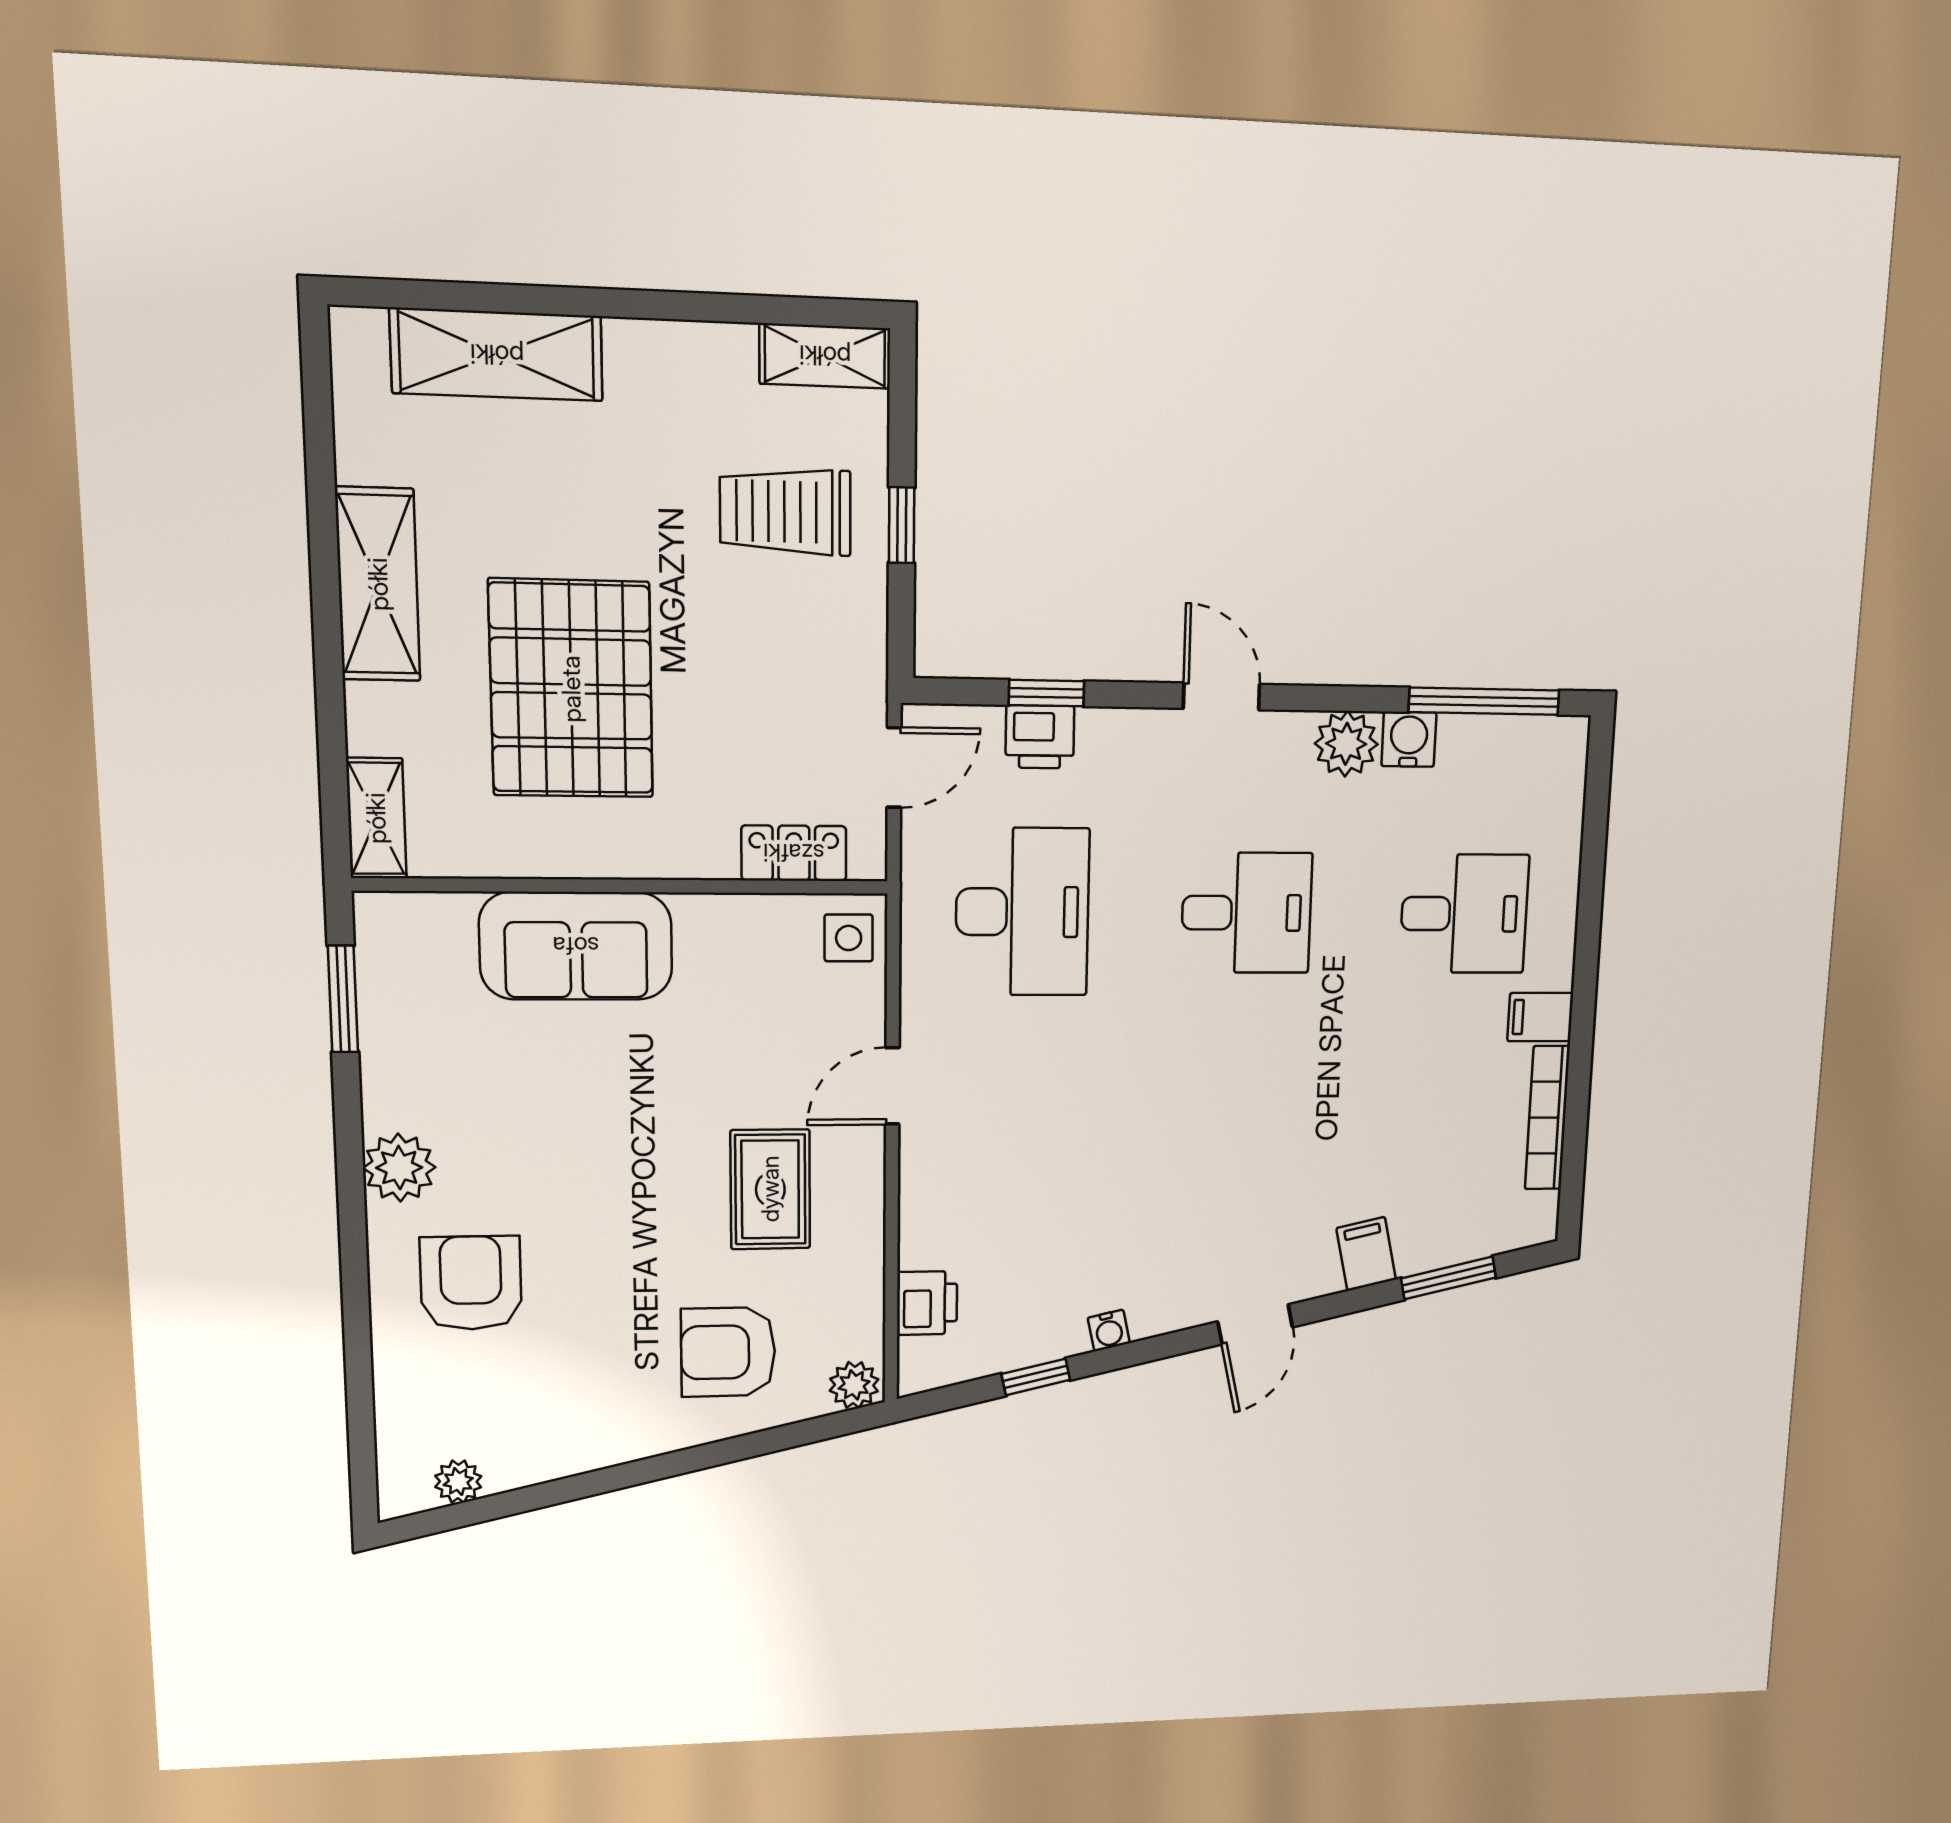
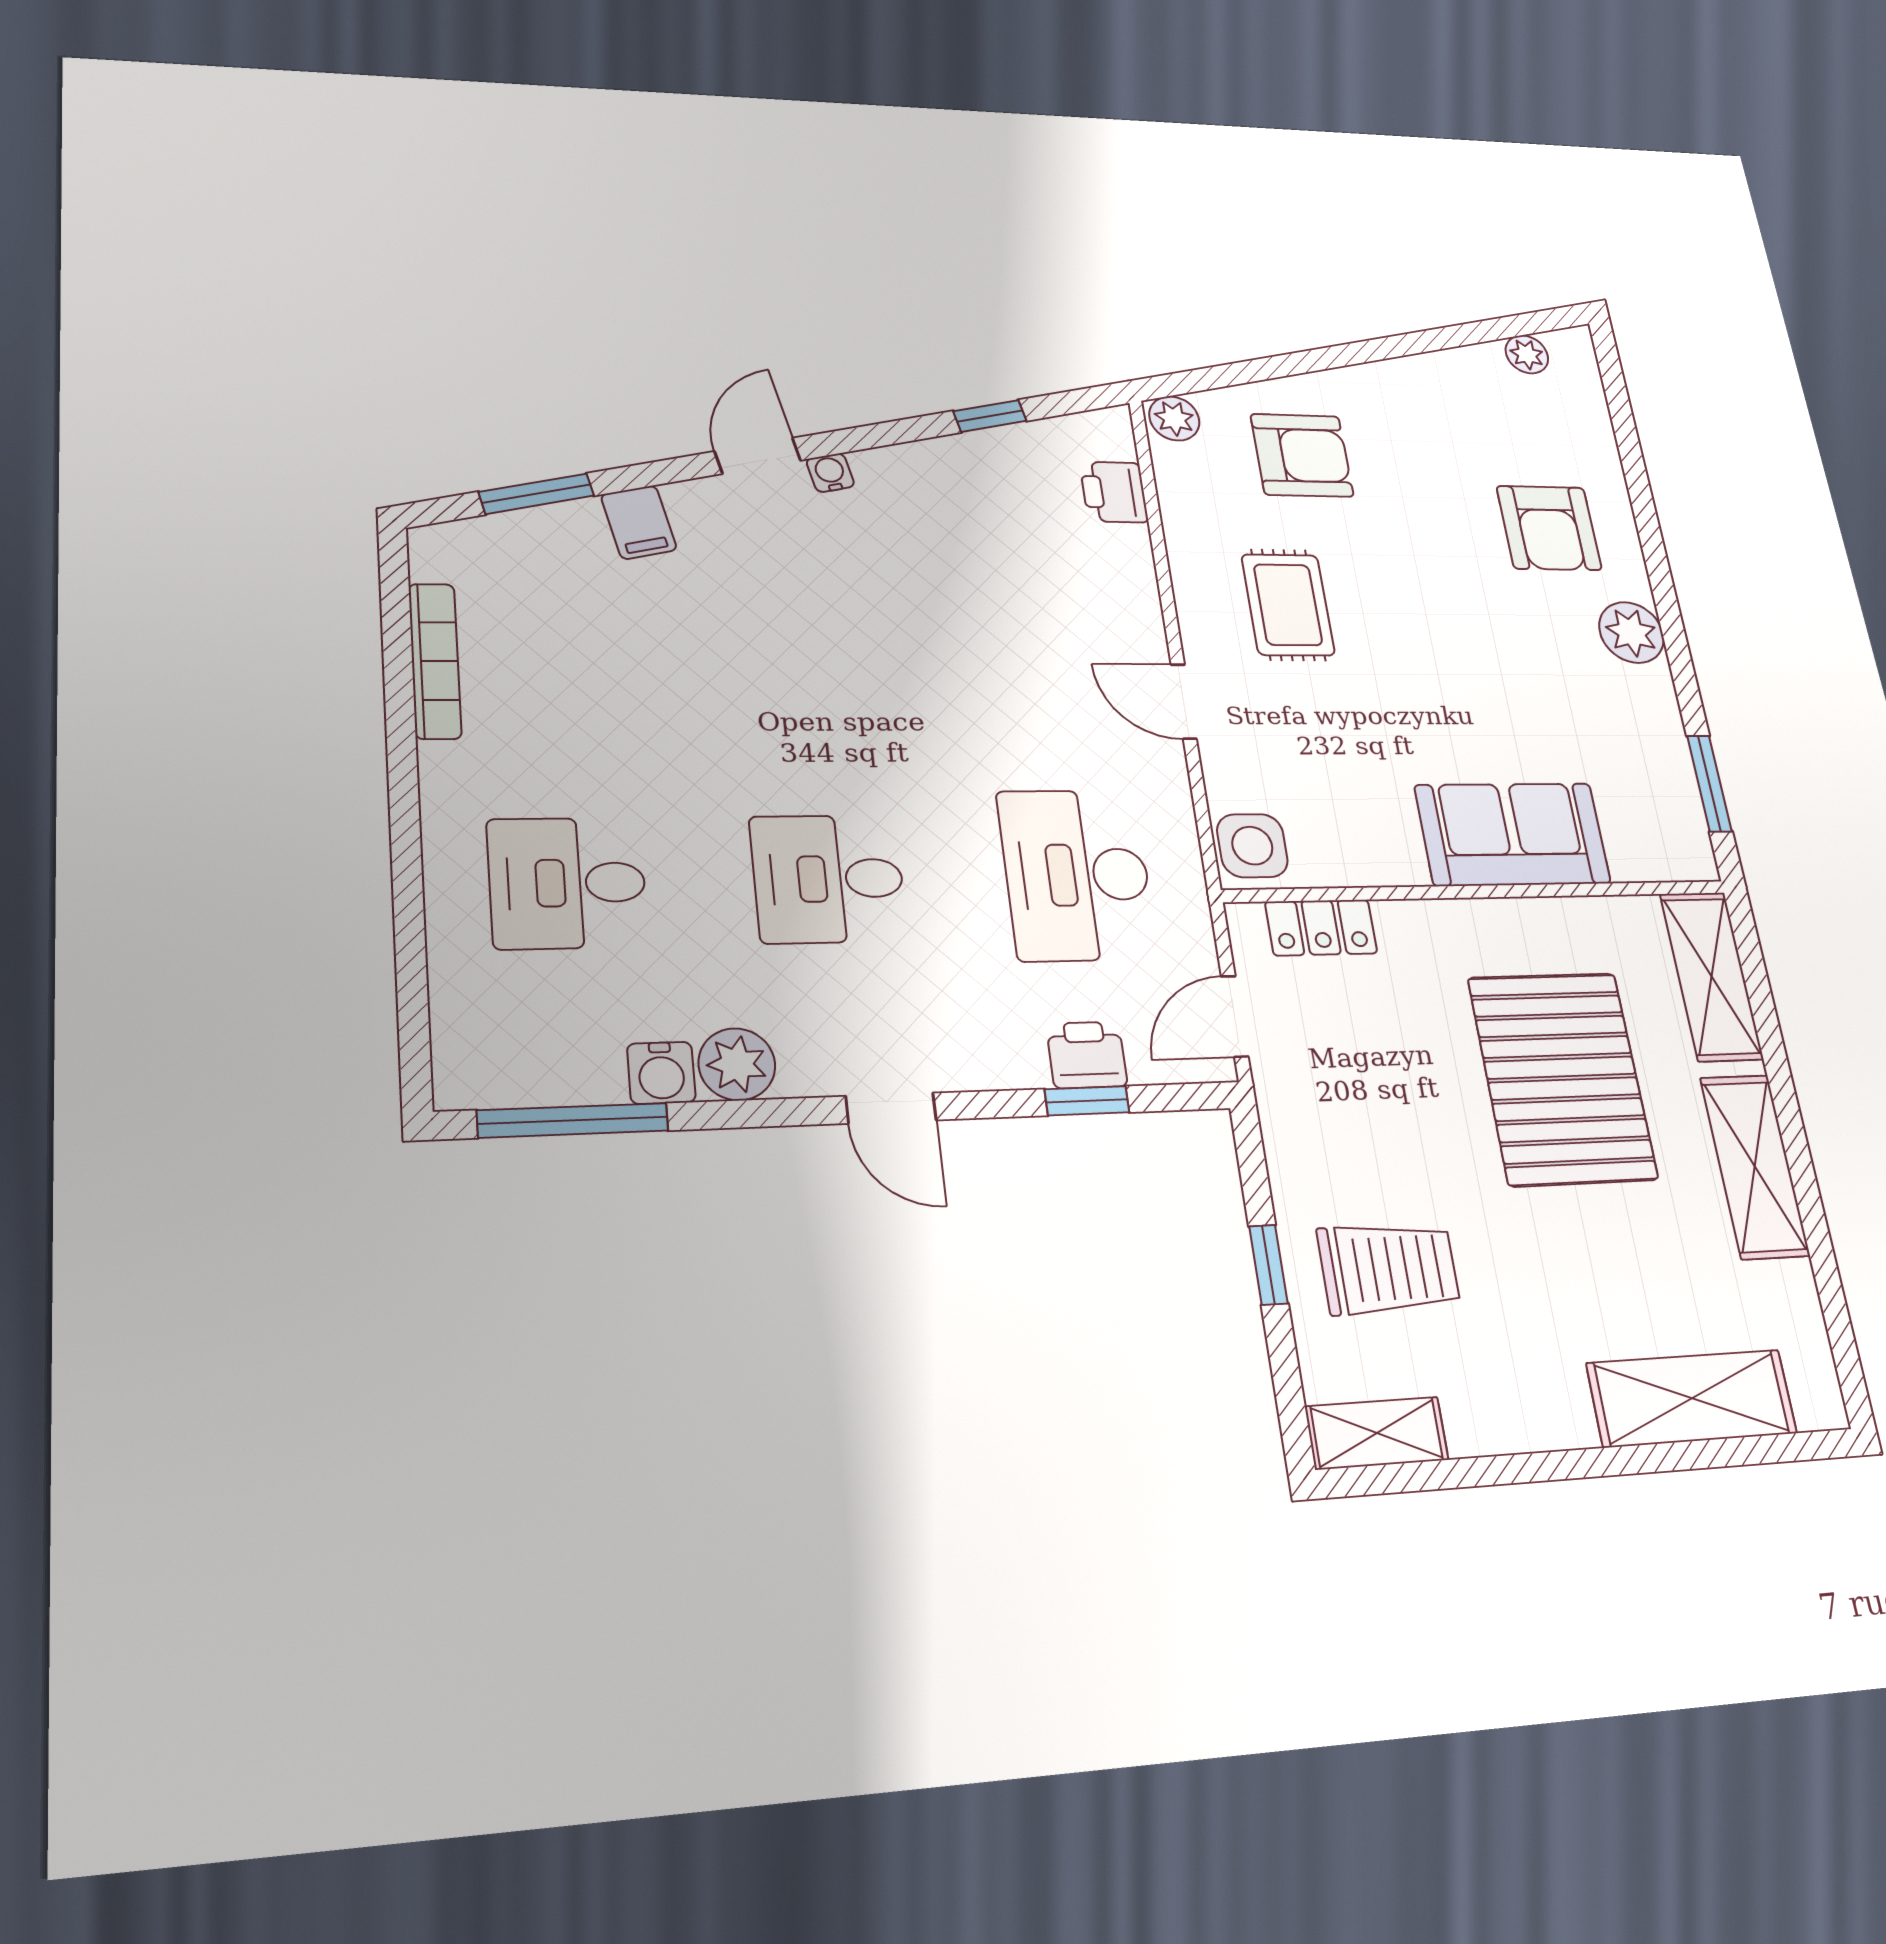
shelving: (376, 818) -> (1711, 976), width x1.50, depth x1.33
side table: (849, 938) -> (1252, 846), width x1.37, depth x1.37
filing cabinet: (1540, 1017) -> (457, 771), removed
door: (892, 1086) -> (1184, 702), swing flipped
water cooler: (1109, 1330) -> (830, 473), moved

